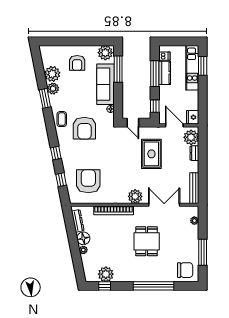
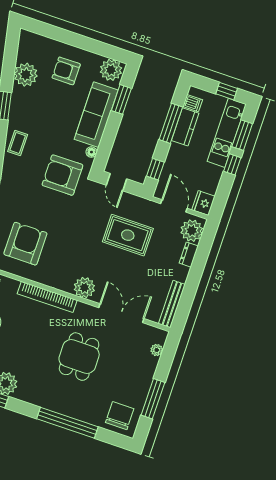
window: (183, 41) -> (227, 91), added
armchair: (77, 63) -> (66, 71), turned 90
window: (118, 69) -> (121, 99), width x0.69
window: (203, 87) -> (232, 164), added
plant: (53, 89) -> (20, 96), removed
armchair: (84, 128) -> (62, 175), moved, turned 90
rug: (151, 154) -> (128, 235), turned 90
chair: (185, 270) -> (120, 416), turned -90

